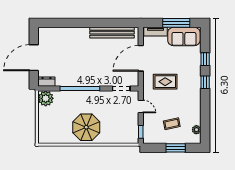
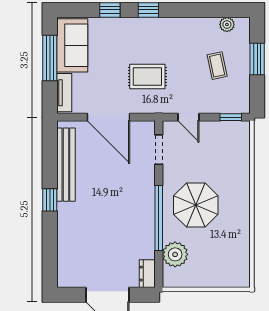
window: (91, 23) -> (50, 200), added
rug: (165, 82) -> (147, 76), turned 90
plant: (46, 98) -> (175, 254), moved
door: (141, 107) -> (189, 117), swing flipped
parasol: (86, 127) -> (196, 205), moved

